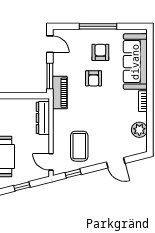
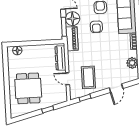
floor lamp: (62, 66) -> (73, 19), added
door: (51, 162) -> (68, 79), moved
door: (116, 163) -> (116, 88), hinge flipped

